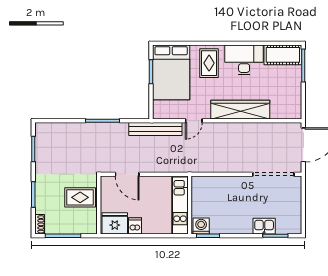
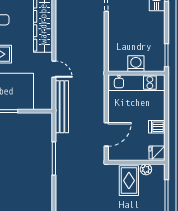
plant: (92, 215) -> (146, 169), added
fridge: (115, 223) -> (157, 152), width x0.53, depth x0.75
washing machine: (201, 226) -> (136, 64), moved, turned 90

